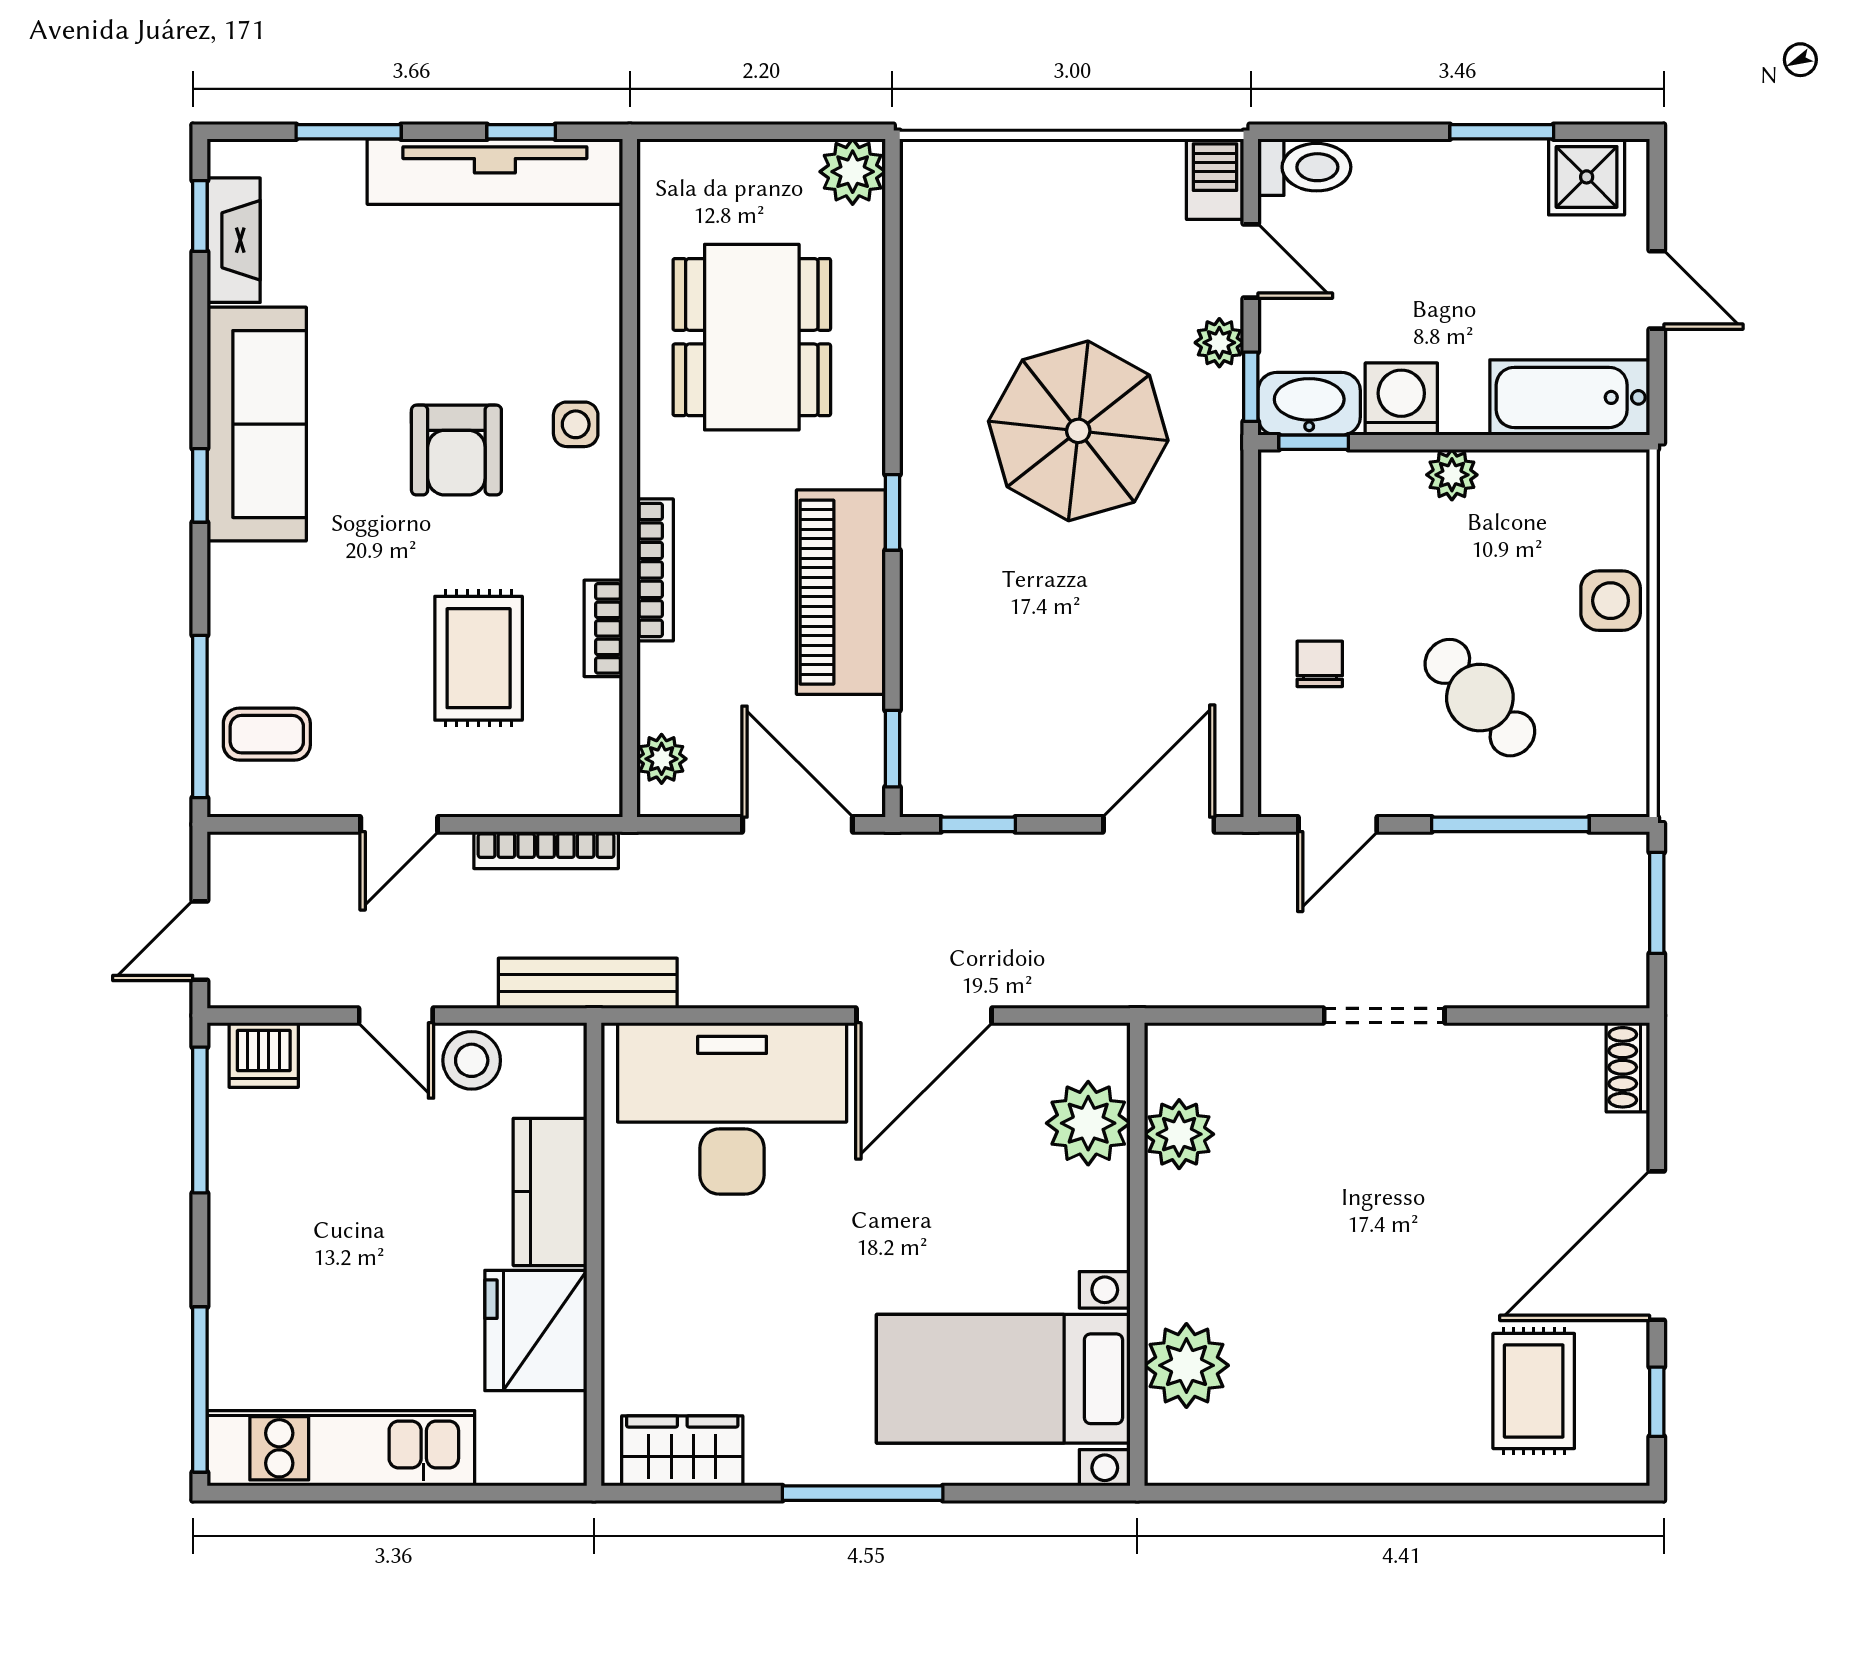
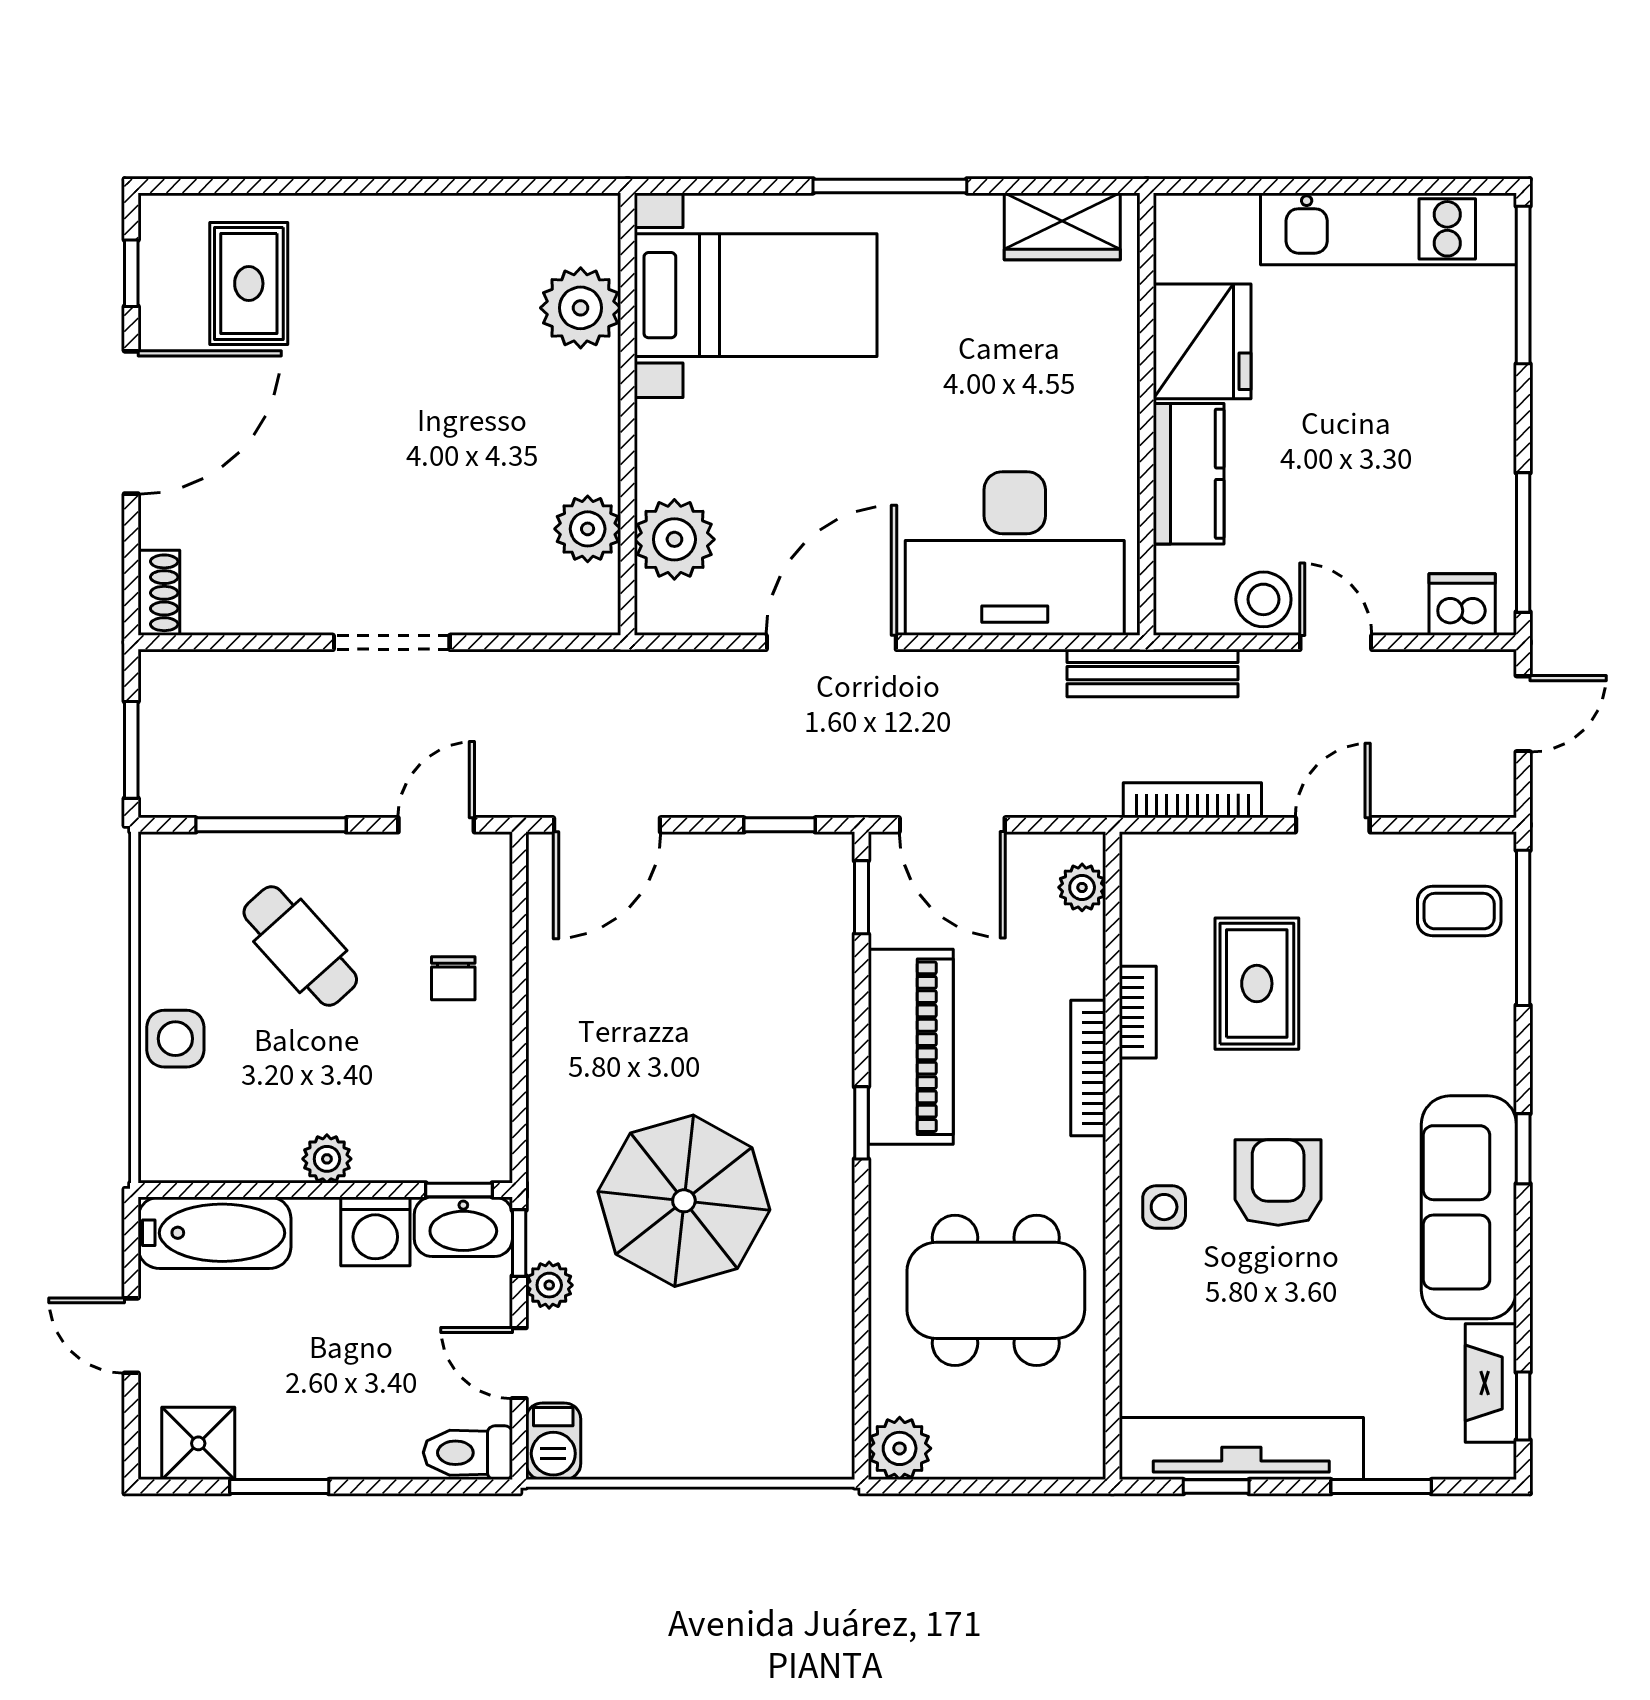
dining table: (752, 337) -> (996, 1290), turned 90

